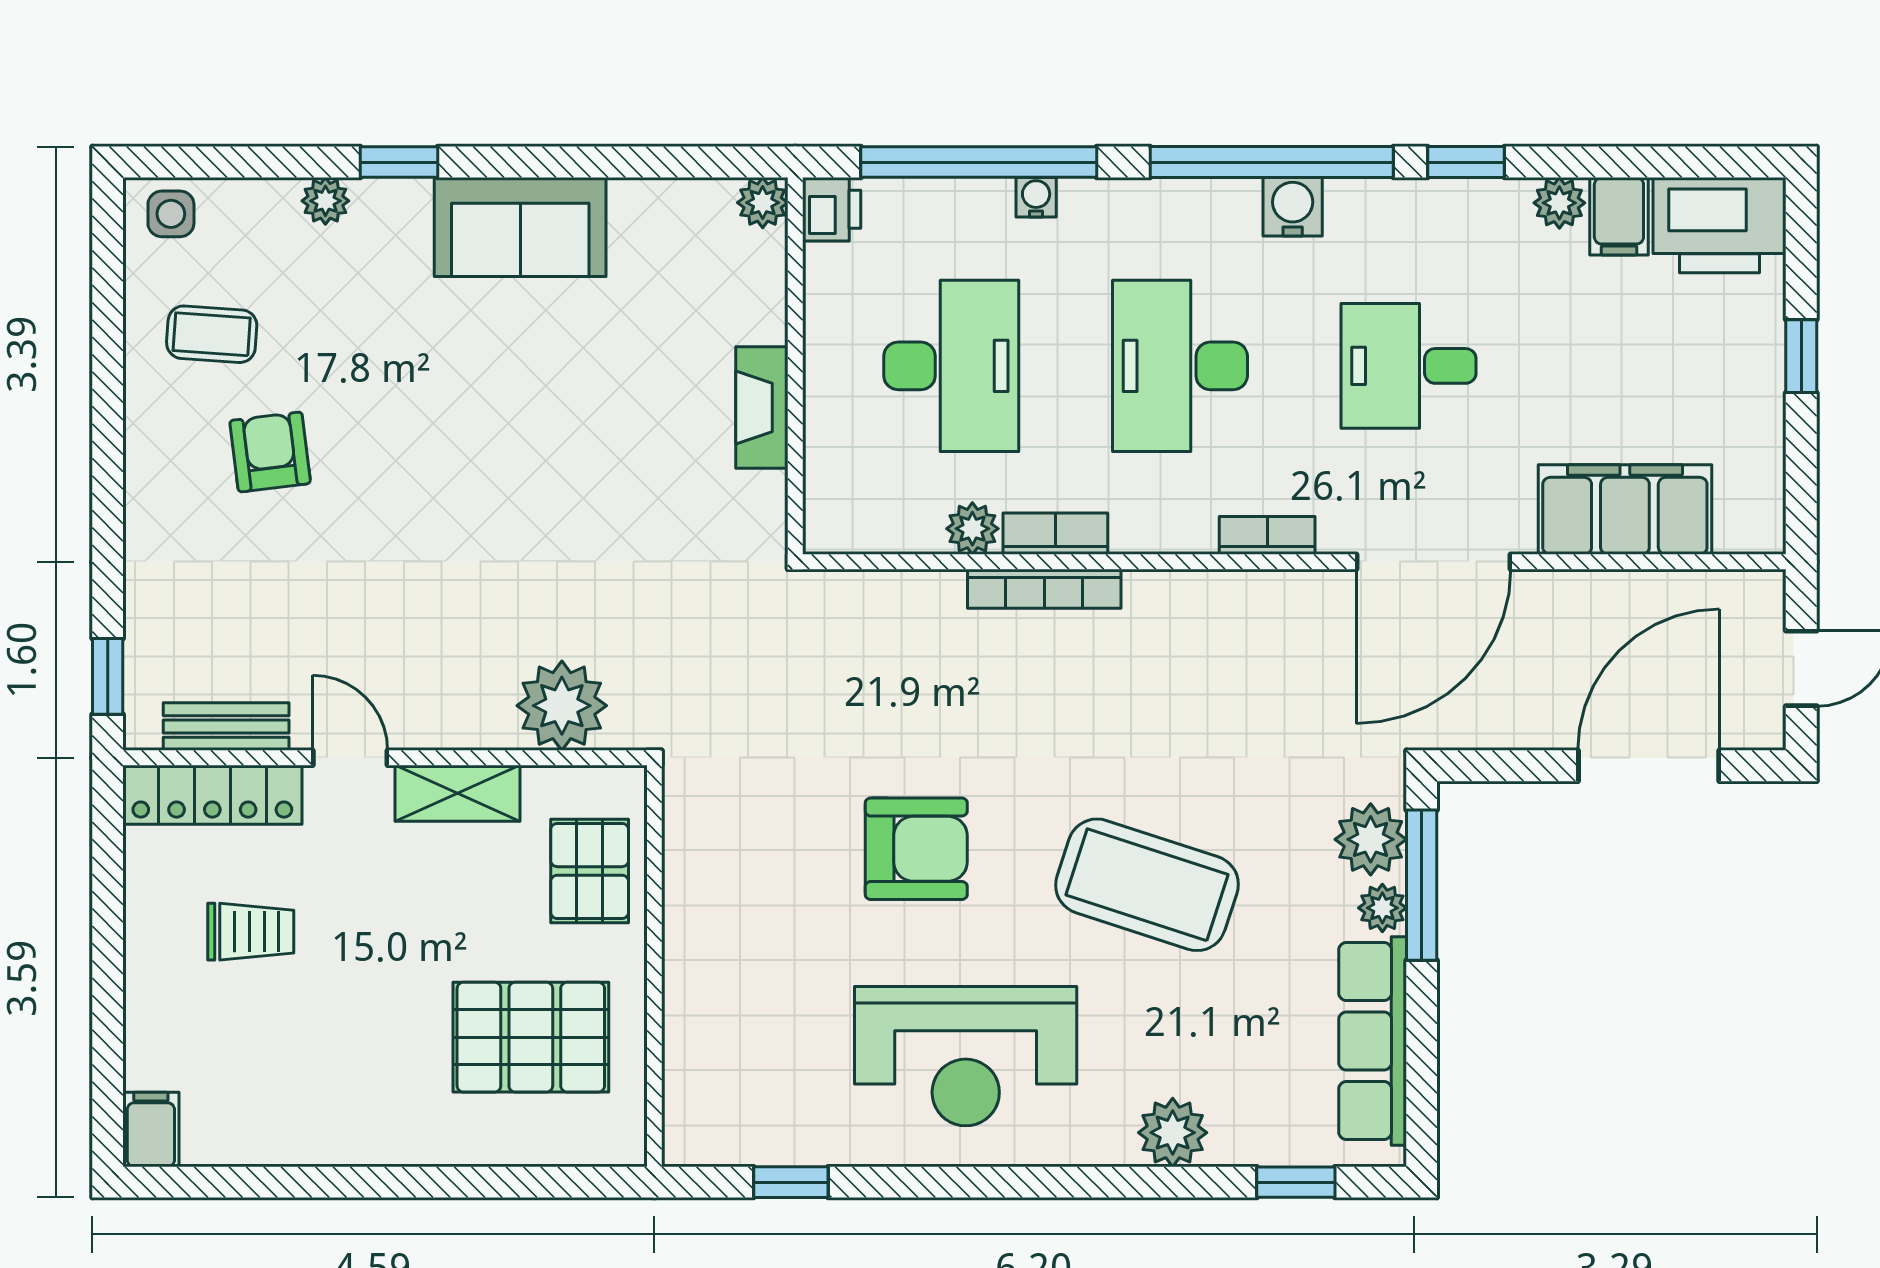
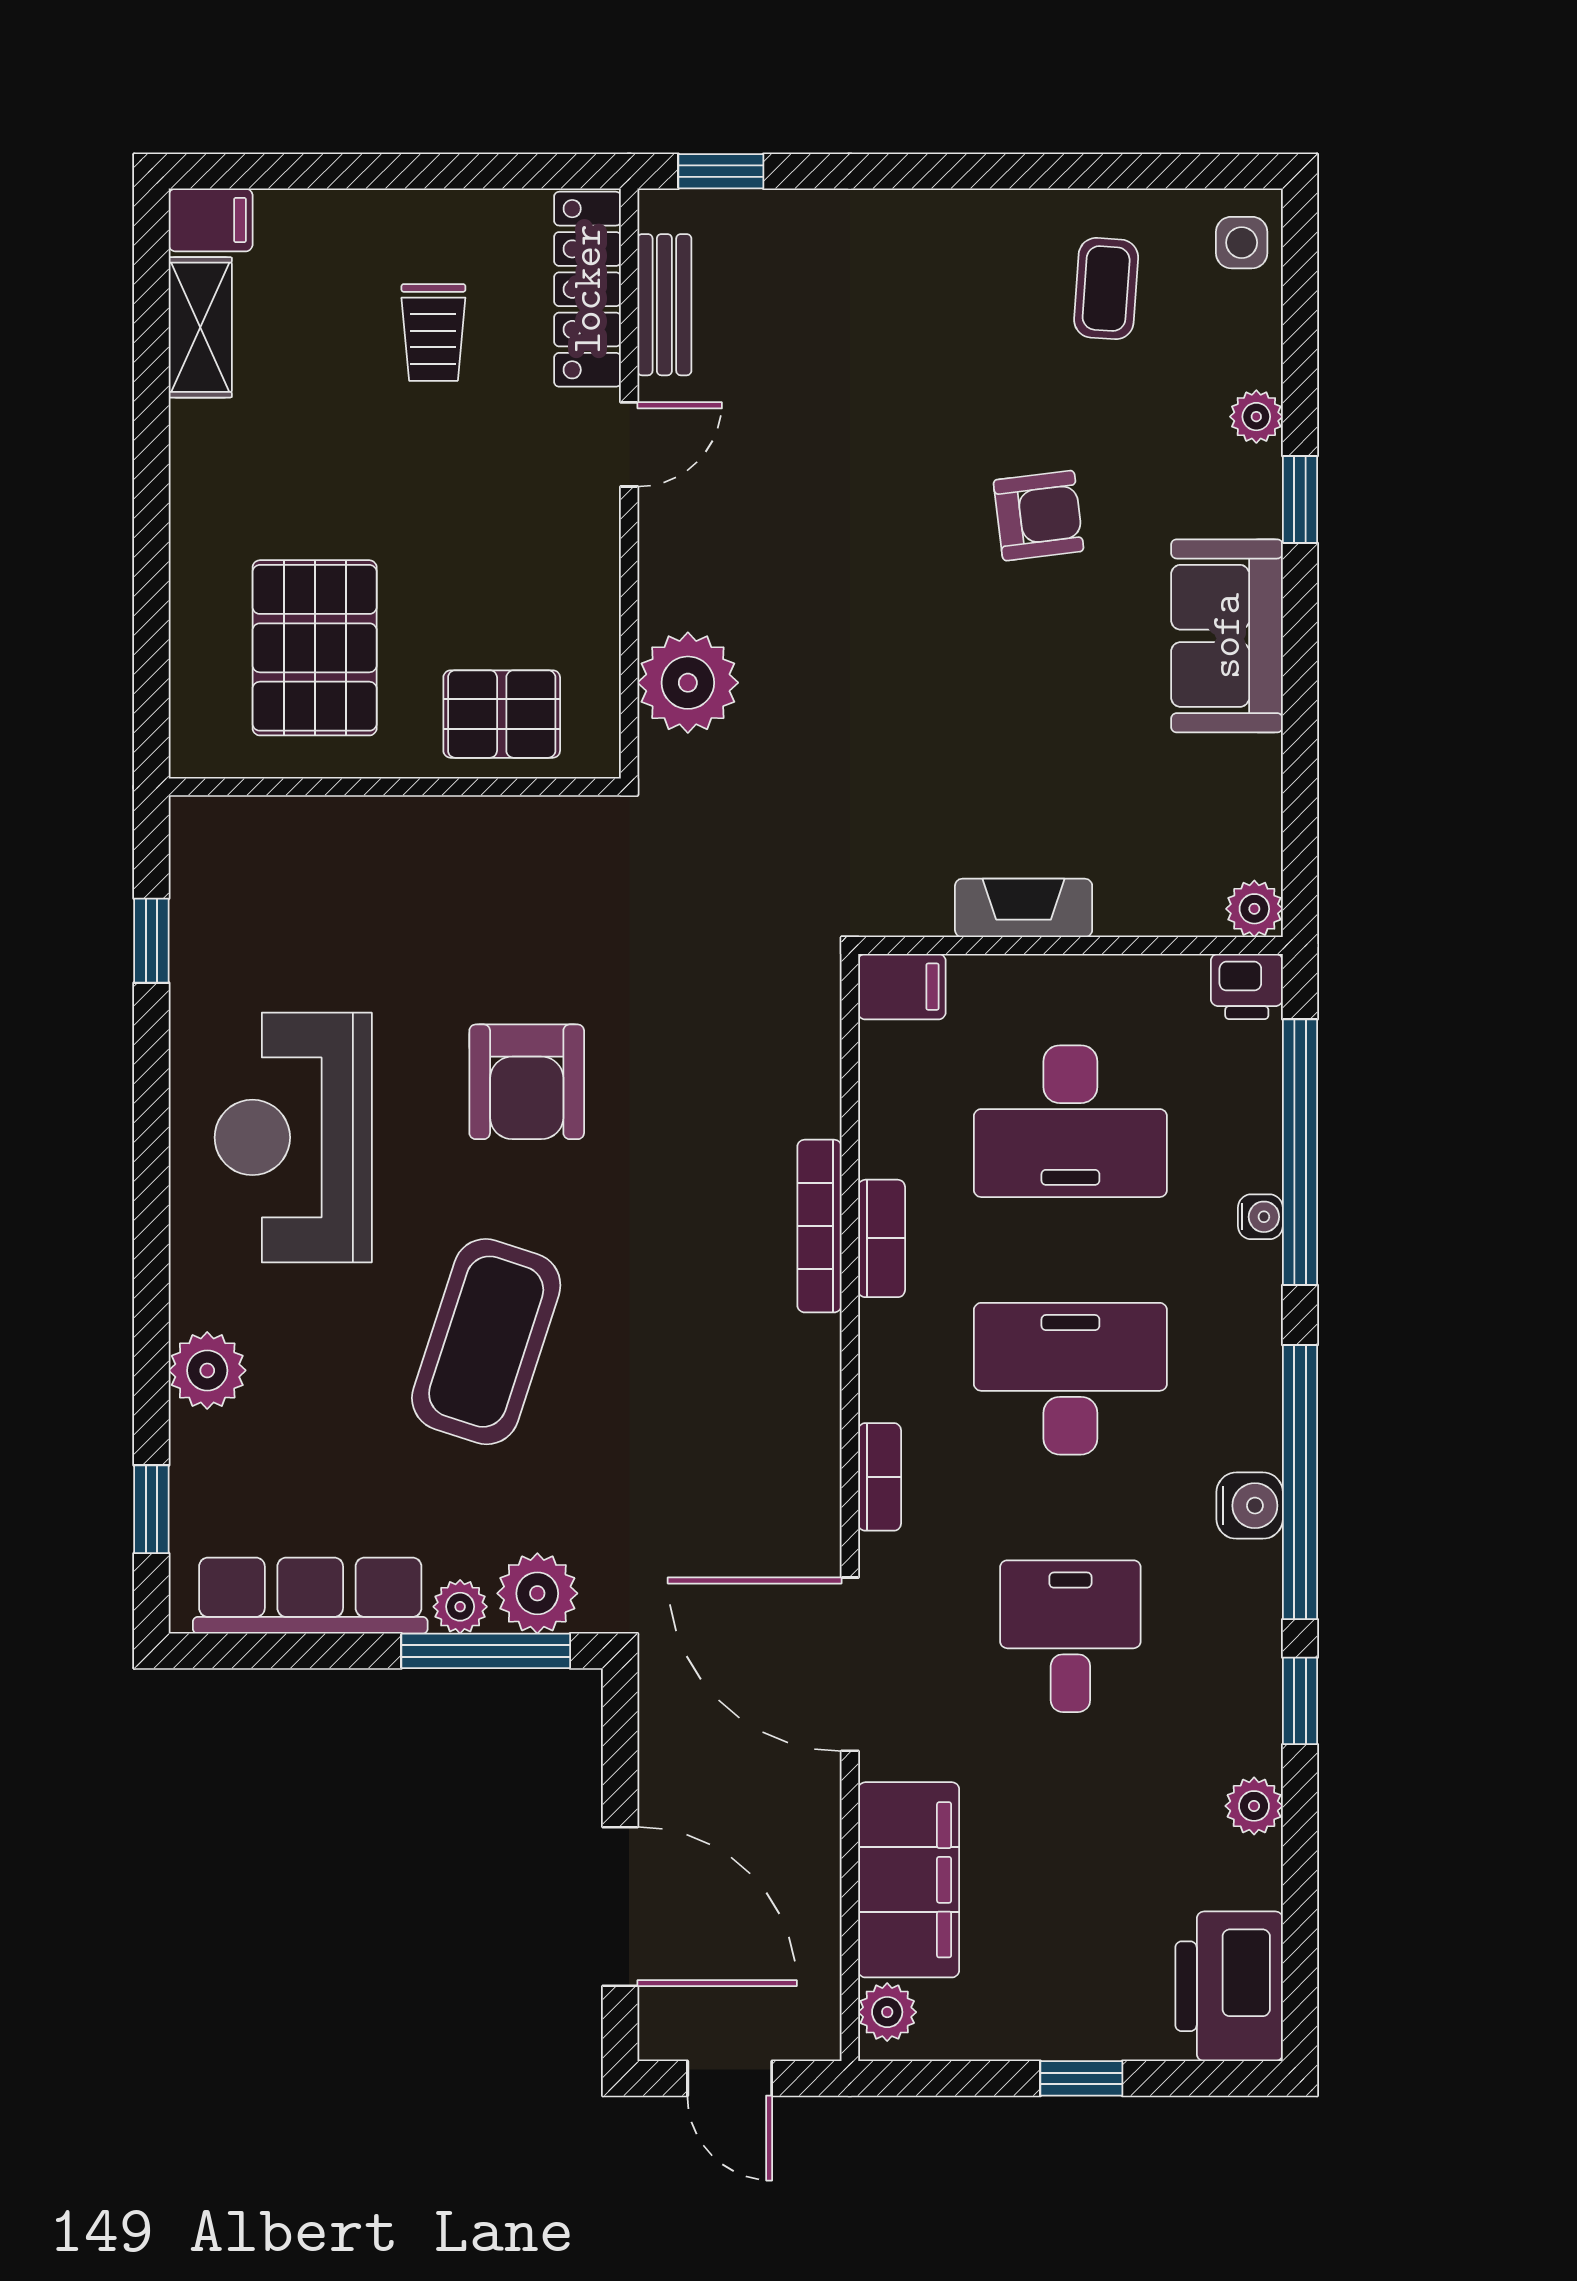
filing cabinet: (1619, 216) -> (902, 987), moved, turned 180
armchair: (270, 452) -> (1038, 516), moved
plant: (972, 529) -> (887, 2012), moved
shelving: (458, 793) -> (200, 327), moved

